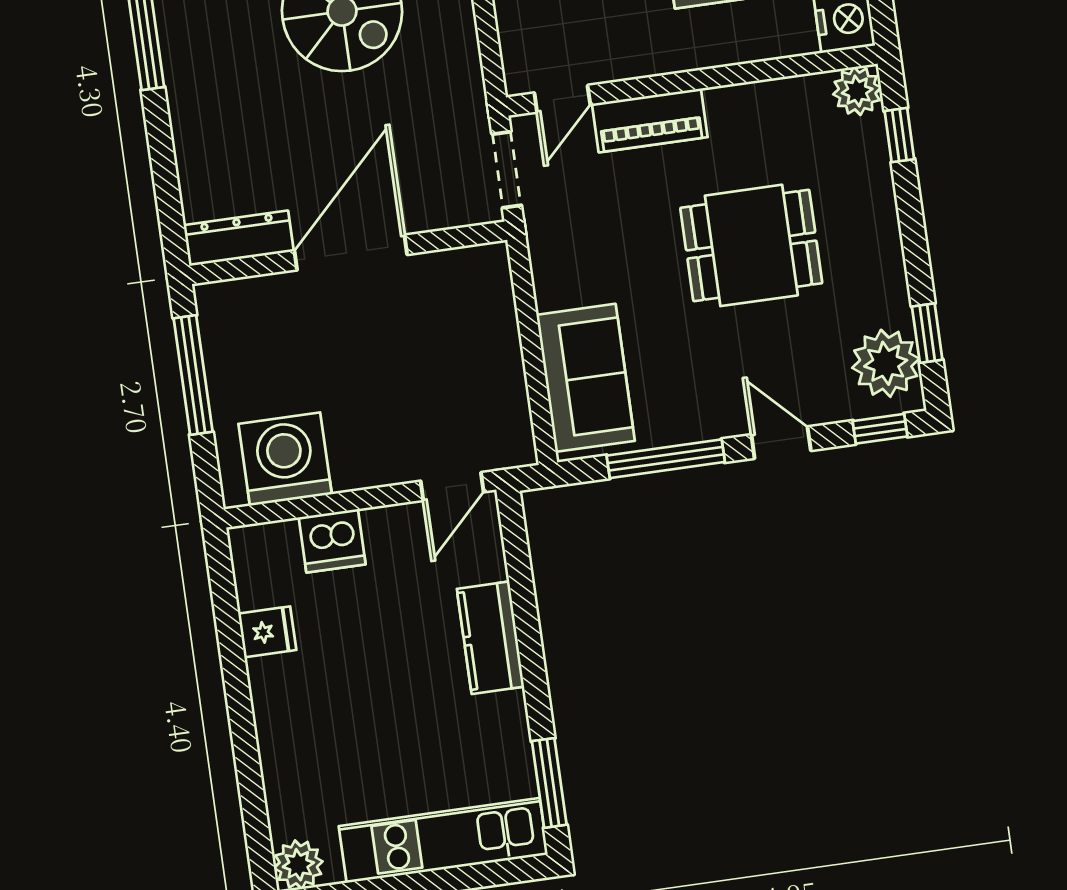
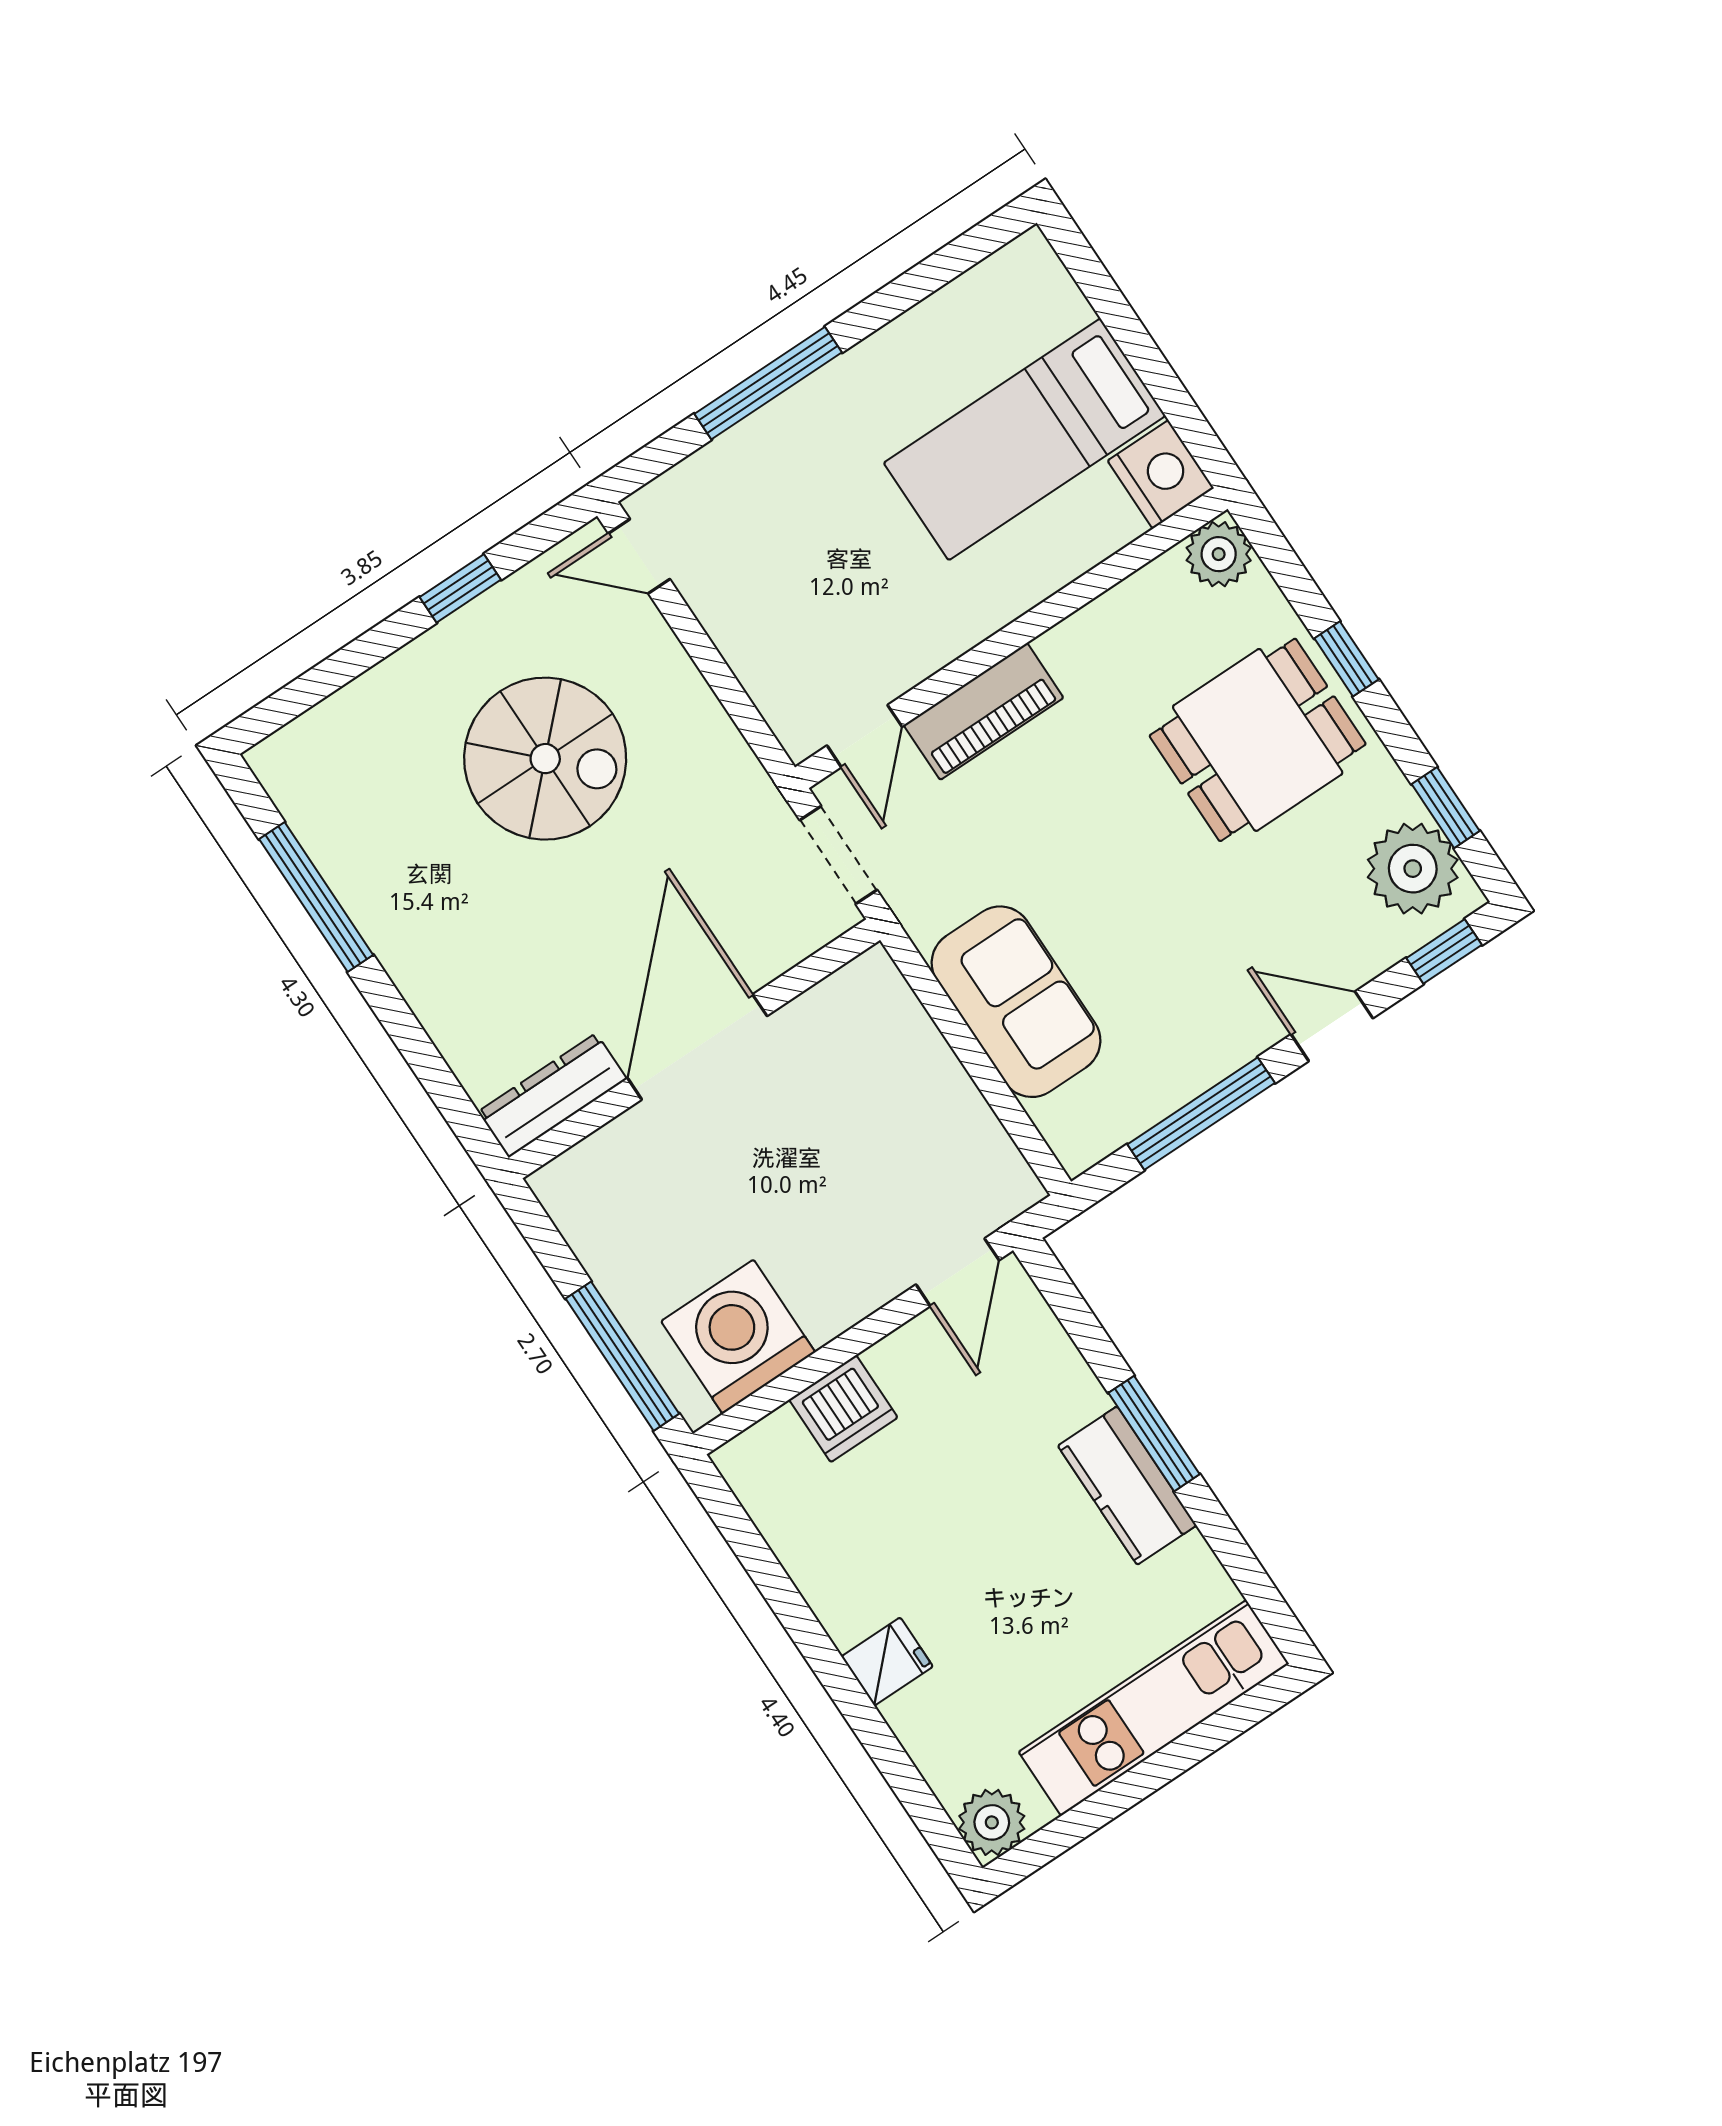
window: (899, 135) -> (1346, 659), moved
dining table: (751, 245) -> (1258, 740), moved
window: (193, 375) -> (622, 1356), moved
sofa: (586, 378) -> (1016, 1002), moved
fridge: (267, 632) -> (887, 1662), moved
kitchen counter: (490, 638) -> (1127, 1486), moved
window: (549, 783) -> (1154, 1434), moved

